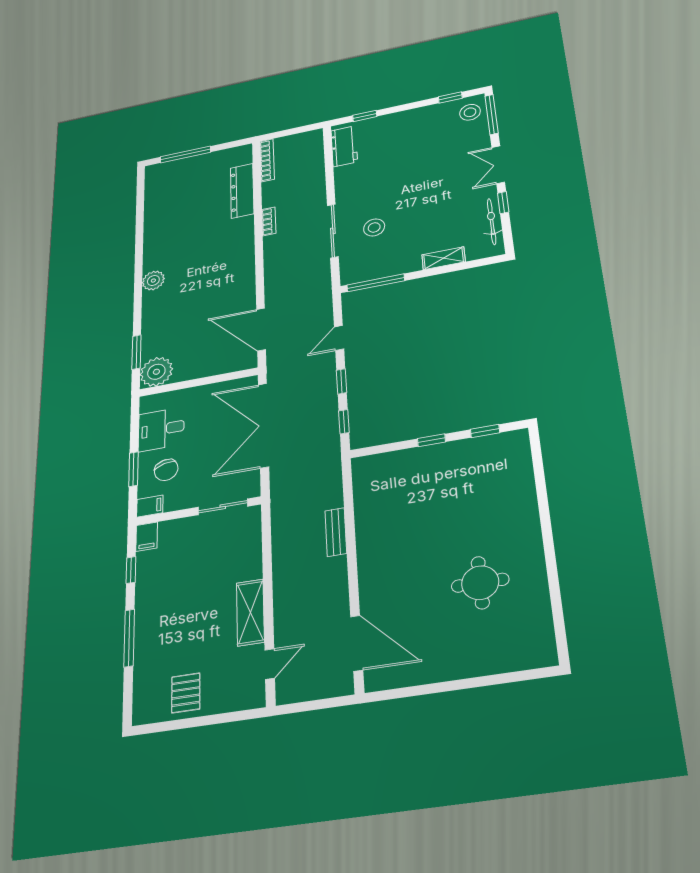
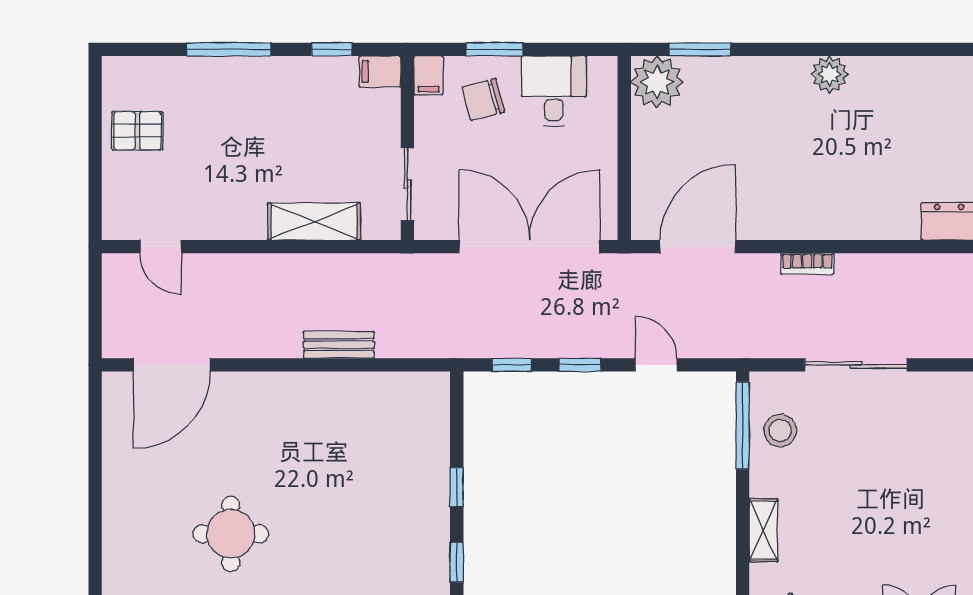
bookcase: (269, 221) -> (807, 264), moved
stool: (374, 227) -> (780, 430), moved
shelving: (250, 612) -> (314, 221), moved

